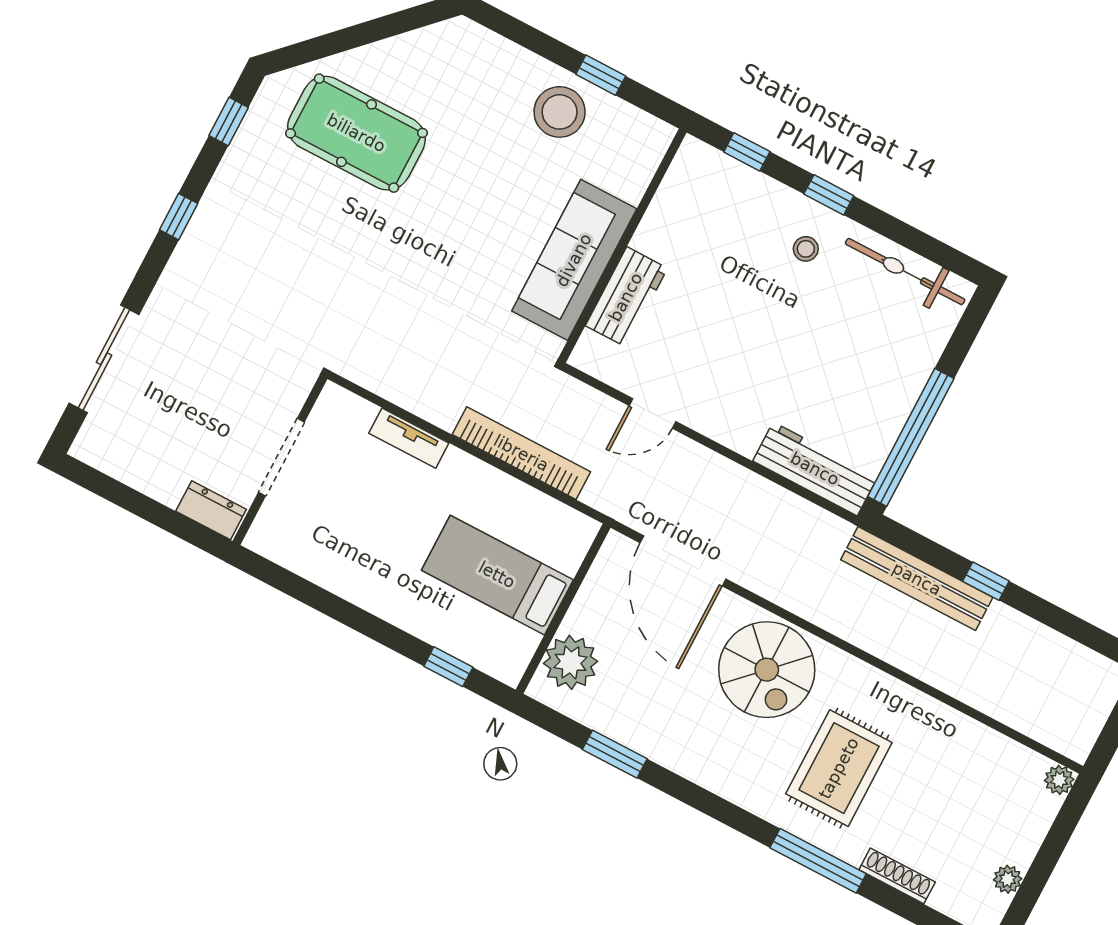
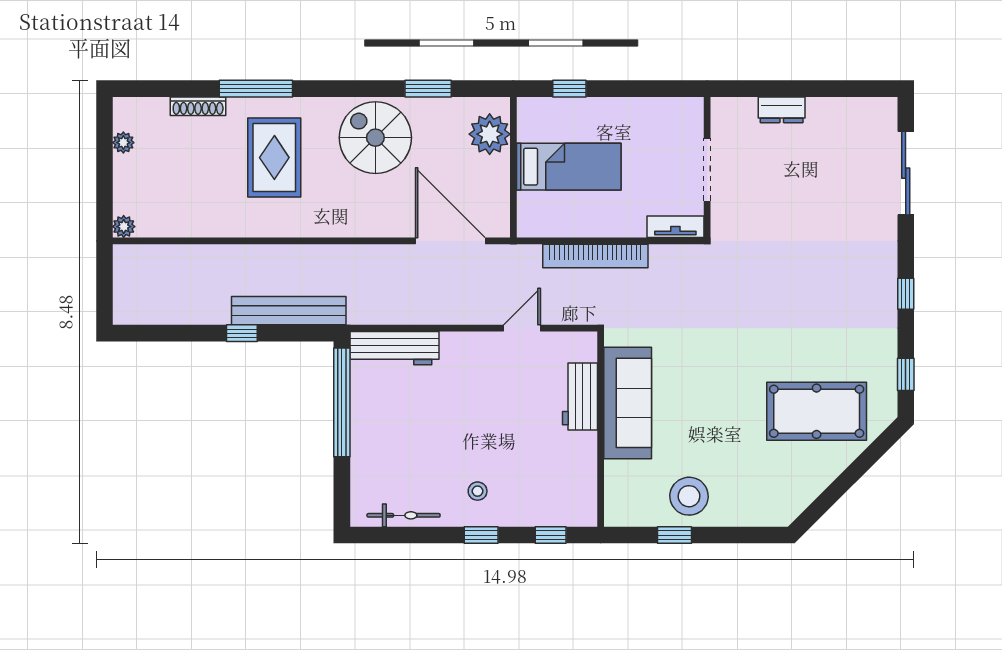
bicycle: (905, 272) -> (404, 515), width x0.73, depth x0.71
doorway: (281, 457) -> (707, 170), moved
wall: (280, 460) -> (707, 167), moved
spiral stairs: (767, 670) -> (375, 138), moved

